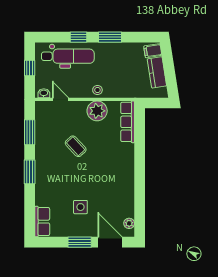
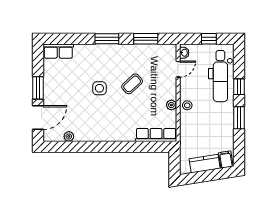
plant: (97, 111) -> (171, 105), width x0.53, depth x0.53
side table: (80, 207) -> (99, 88), moved
plant: (129, 223) -> (69, 136), moved

